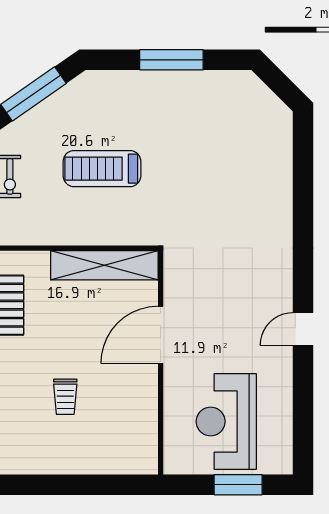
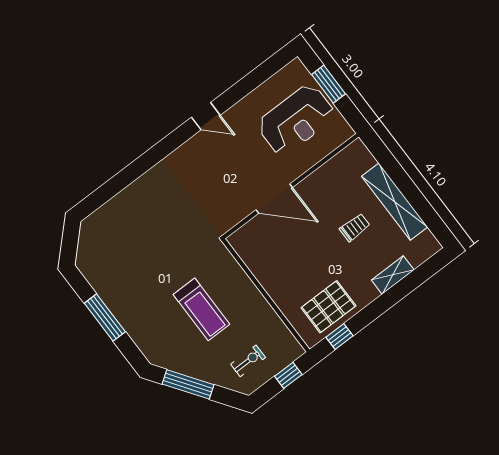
shelving: (104, 265) -> (395, 202), moved

